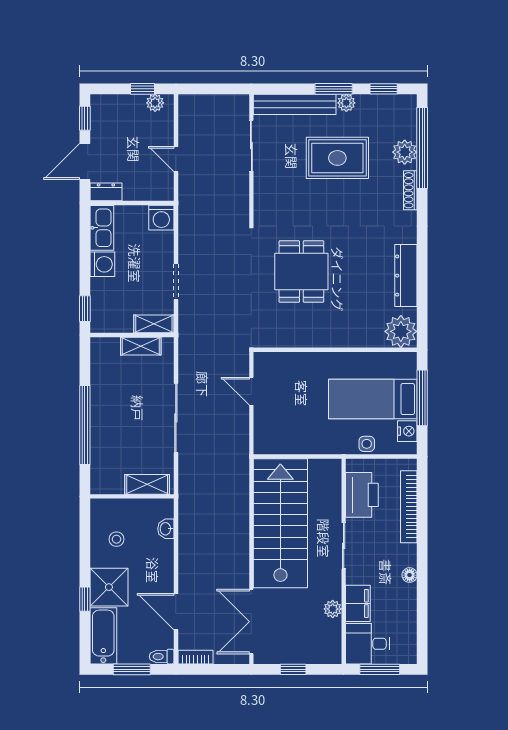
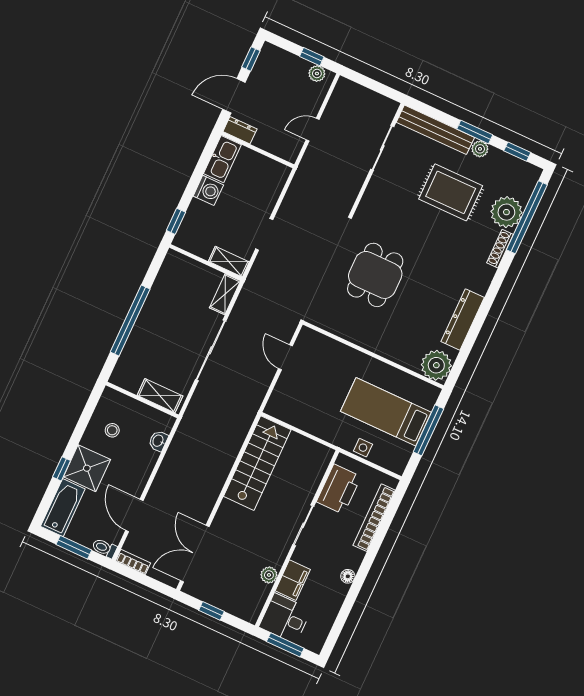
plant: (405, 152) -> (506, 212), width x1.36, depth x1.36
door: (176, 159) -> (313, 130), hinge flipped
washing machine: (161, 218) -> (277, 174), removed
shelving: (141, 346) -> (225, 294), moved, turned 90
nightstand: (407, 431) -> (403, 453), removed
stairs: (280, 523) -> (257, 463), width x0.73, depth x0.66

